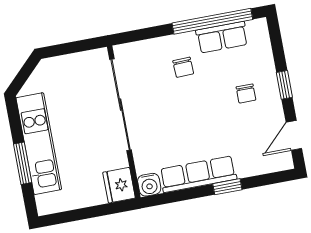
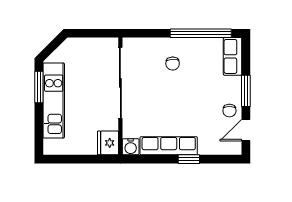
row of seats: (222, 37) -> (233, 56), moved, turned 90
window: (284, 85) -> (246, 91), width x1.50
chair: (246, 93) -> (229, 111), moved
window: (23, 163) -> (39, 87), moved

